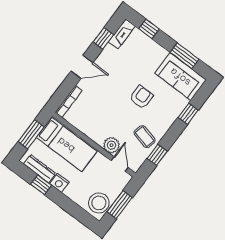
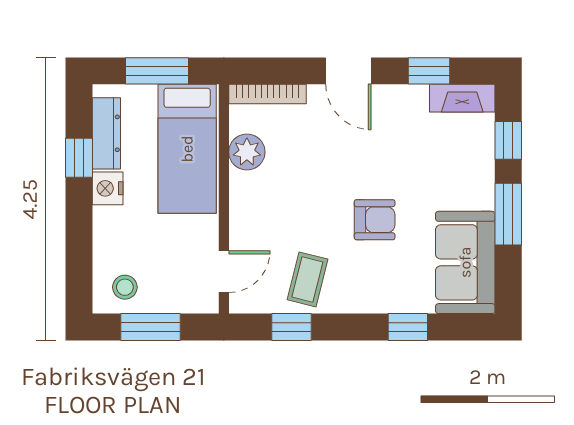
window: (184, 56) -> (508, 214), moved
plant: (111, 145) -> (247, 152), moved
stool: (99, 203) -> (125, 287), width x0.53, depth x0.53

